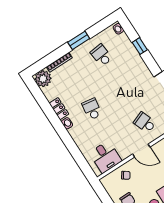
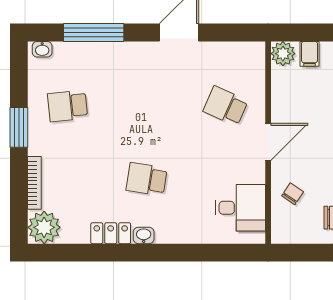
window: (140, 46) -> (94, 33), width x2.17
school desk: (145, 123) -> (226, 106), turned 45

